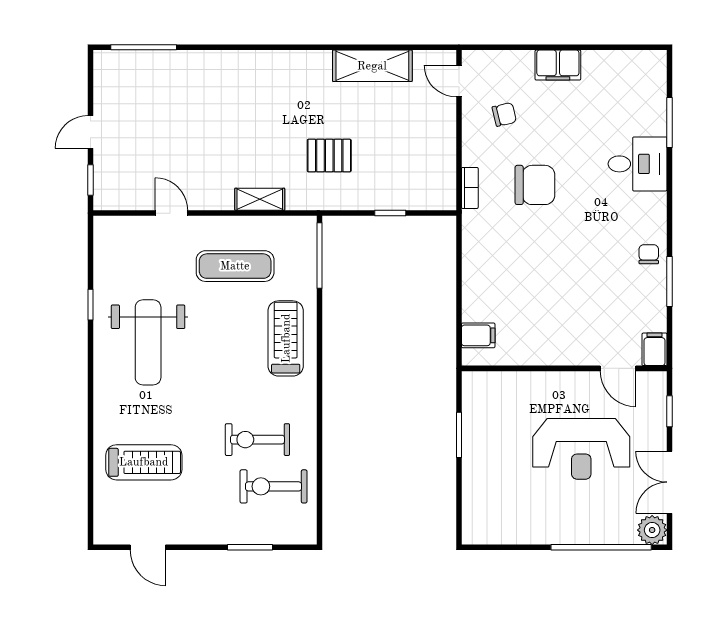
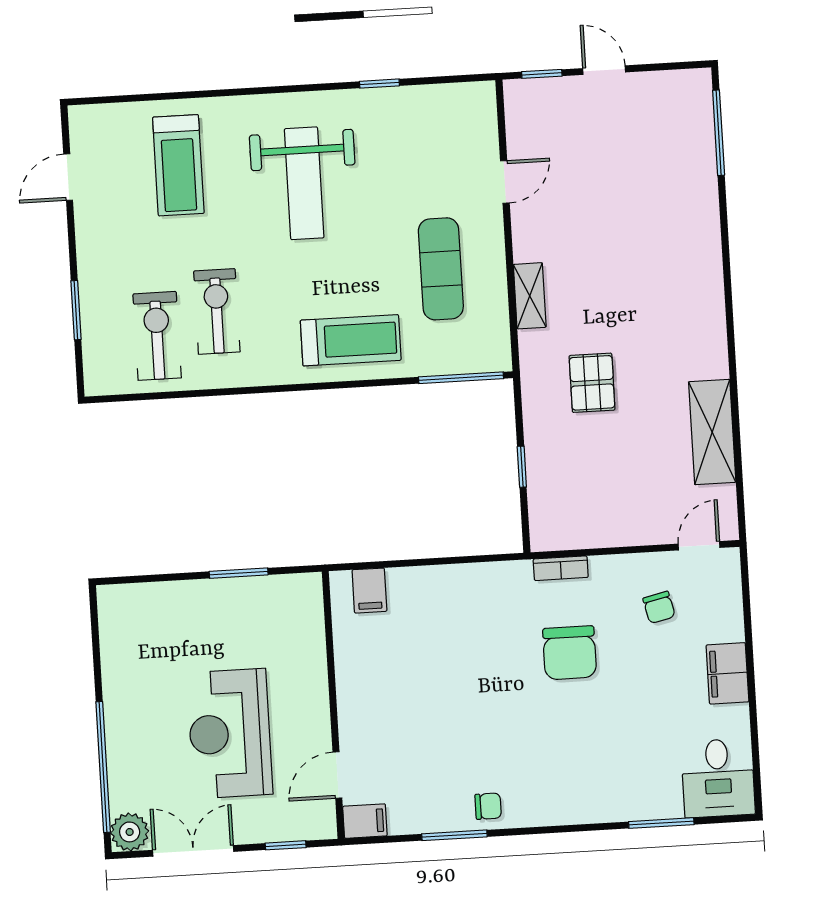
desk: (638, 164) -> (718, 778), moved
weight bench: (148, 342) -> (304, 183), moved, turned -90

